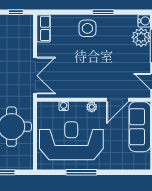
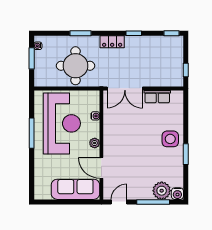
row of seats: (44, 28) -> (157, 97), moved

